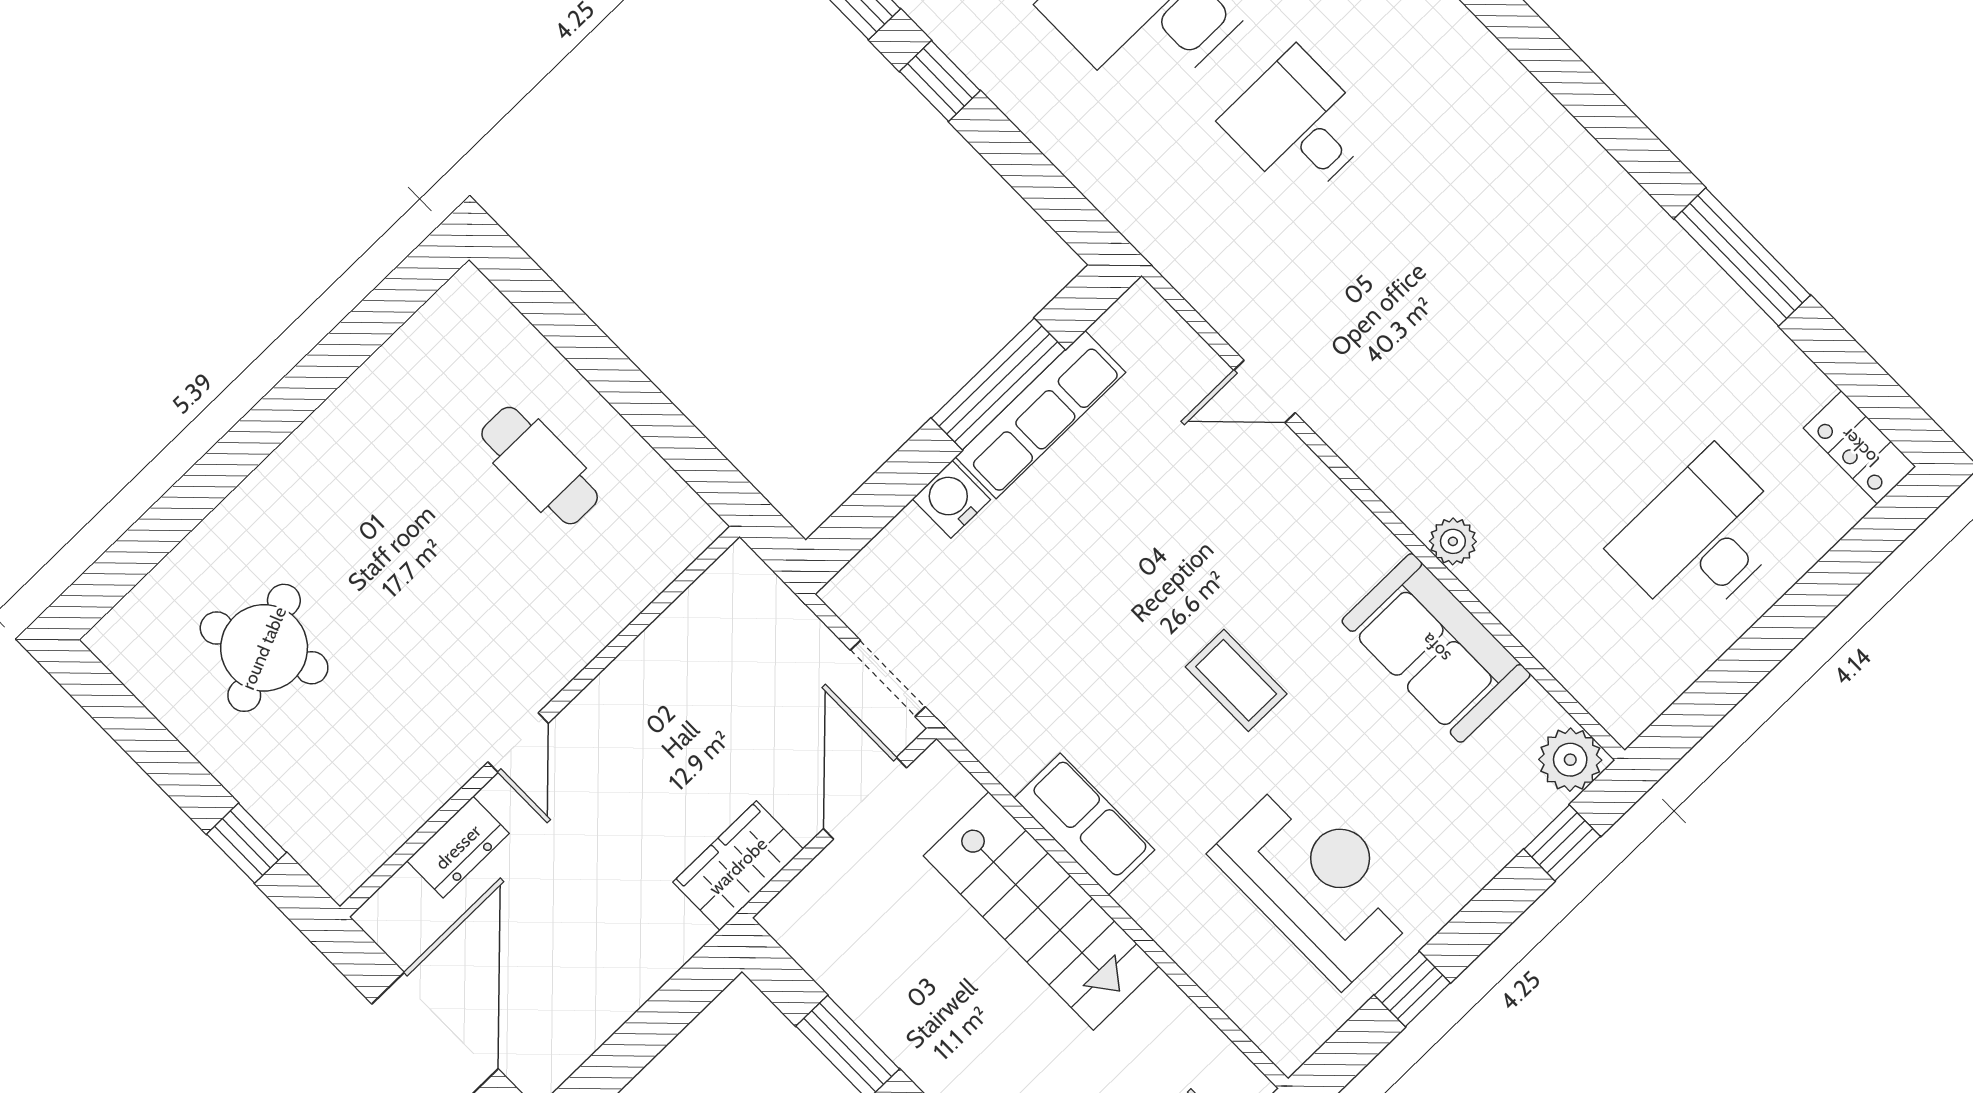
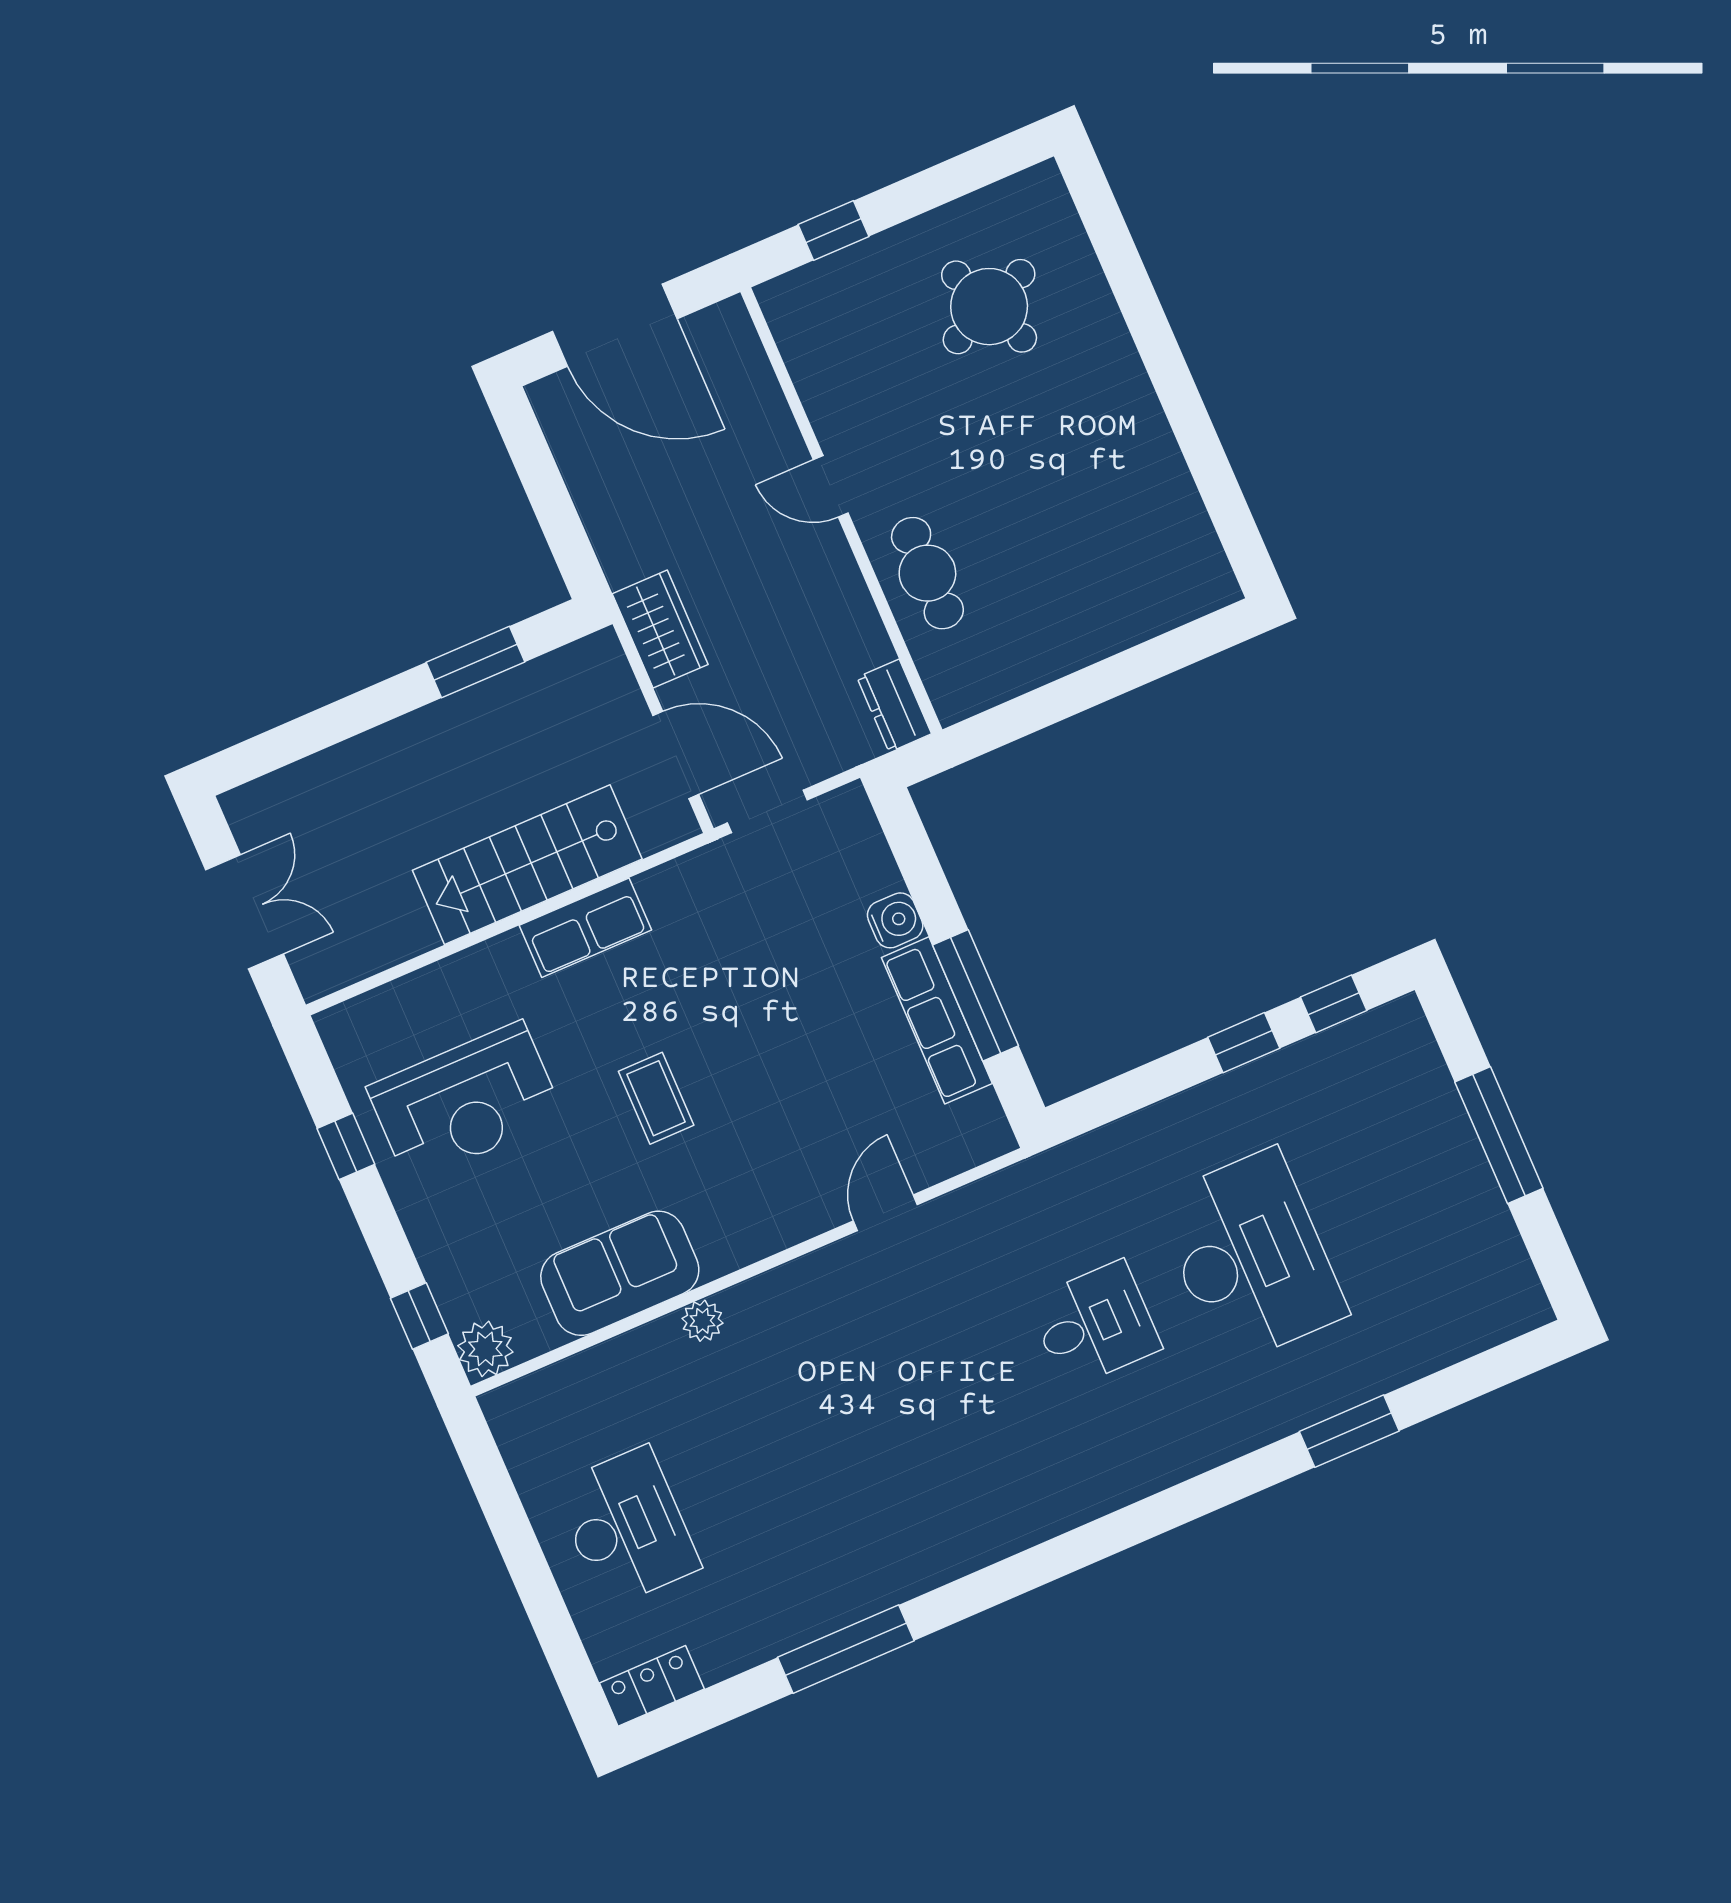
cafe table: (540, 466) -> (927, 573), moved, turned 90
coffee table: (1236, 680) -> (656, 1098), turned 90
dresser: (458, 847) -> (894, 706), moved

